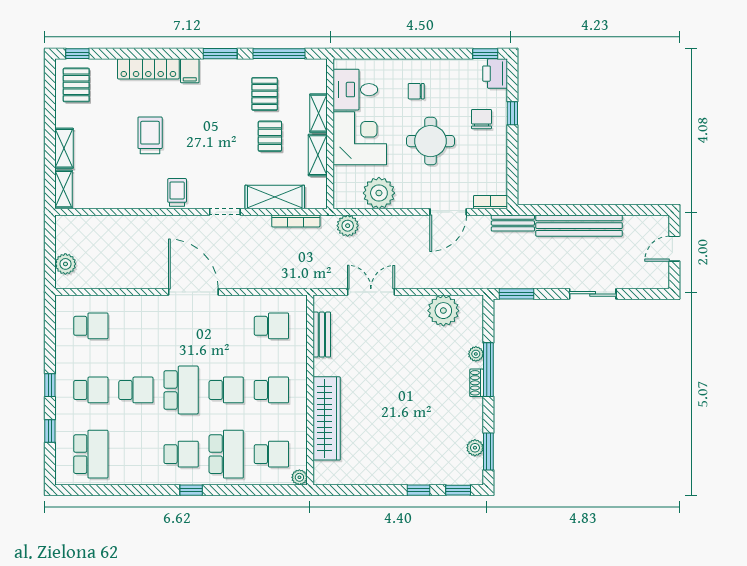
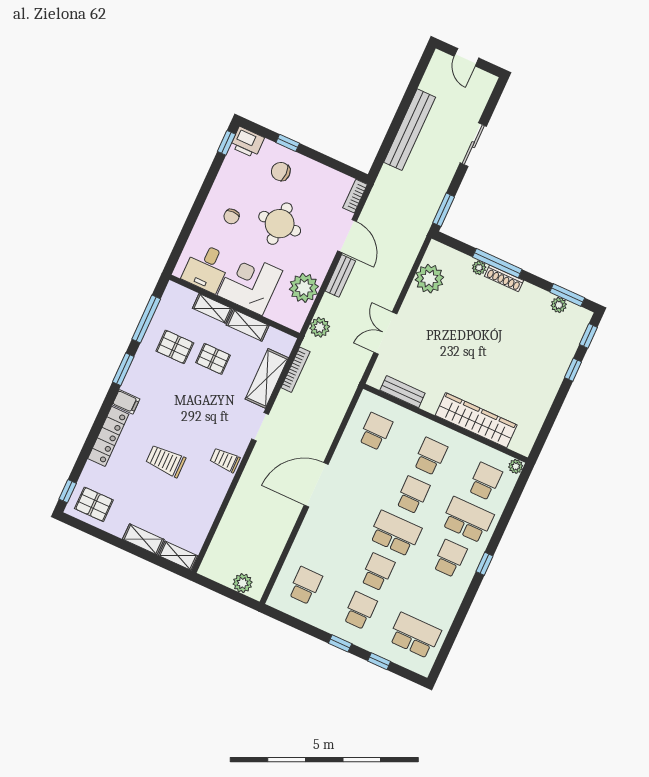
bench: (513, 223) -> (340, 276), moved
shoe rack: (477, 383) -> (504, 278), width x1.43

